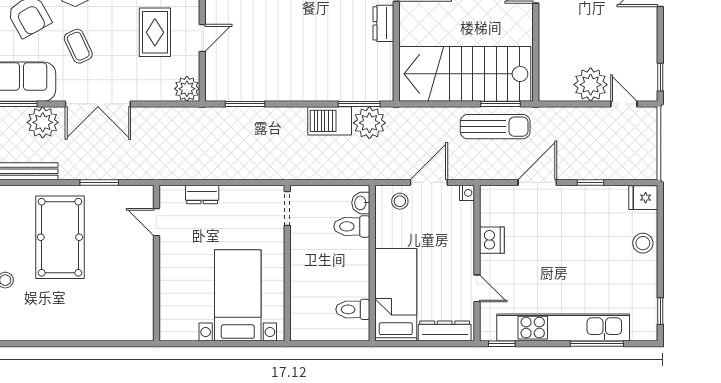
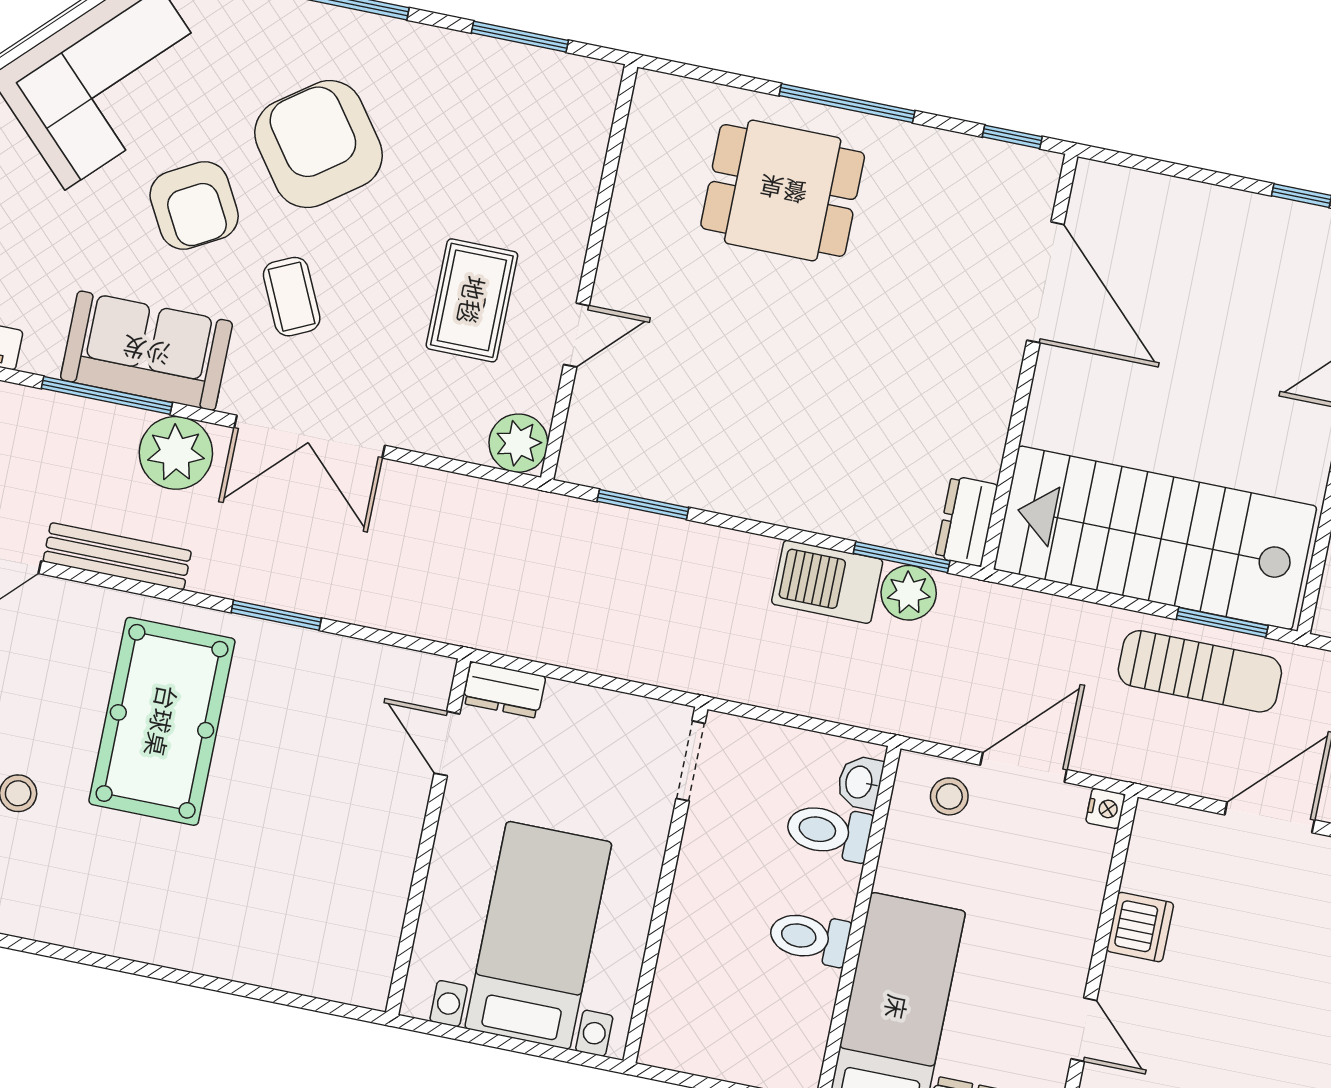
dresser: (383, 23) -> (966, 521), moved
plant: (369, 123) -> (909, 593), width x0.73, depth x0.73
door: (156, 222) -> (447, 744), moved
wall: (156, 263) -> (428, 837), moved
toilet: (353, 309) -> (809, 938), moved

